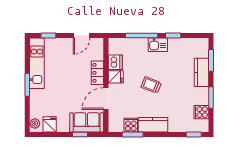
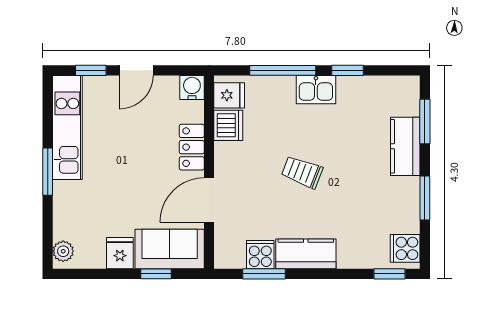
door: (82, 35) -> (136, 70), moved
water cooler: (98, 44) -> (192, 87), added
fridge: (116, 77) -> (229, 95), moved
cooker: (201, 112) -> (405, 248), moved
fridge: (50, 124) -> (120, 253), moved

